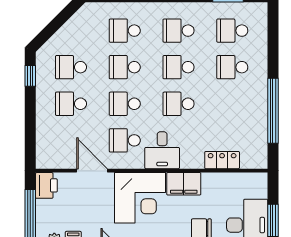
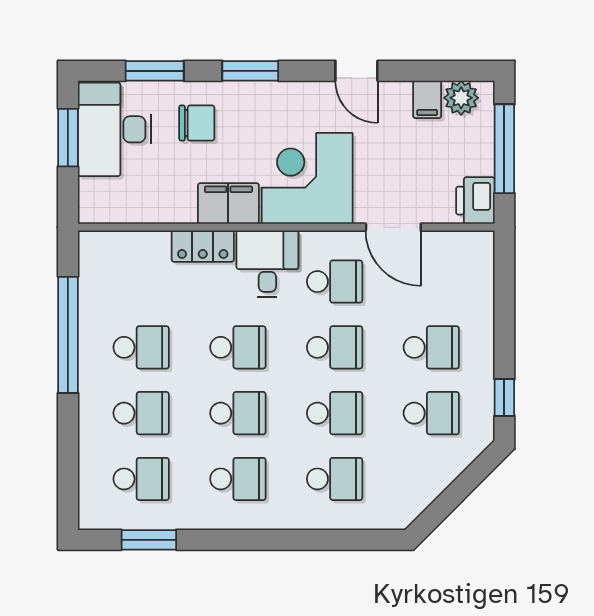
school desk: (232, 104) -> (141, 347), added
locker: (222, 160) -> (203, 246), moved

